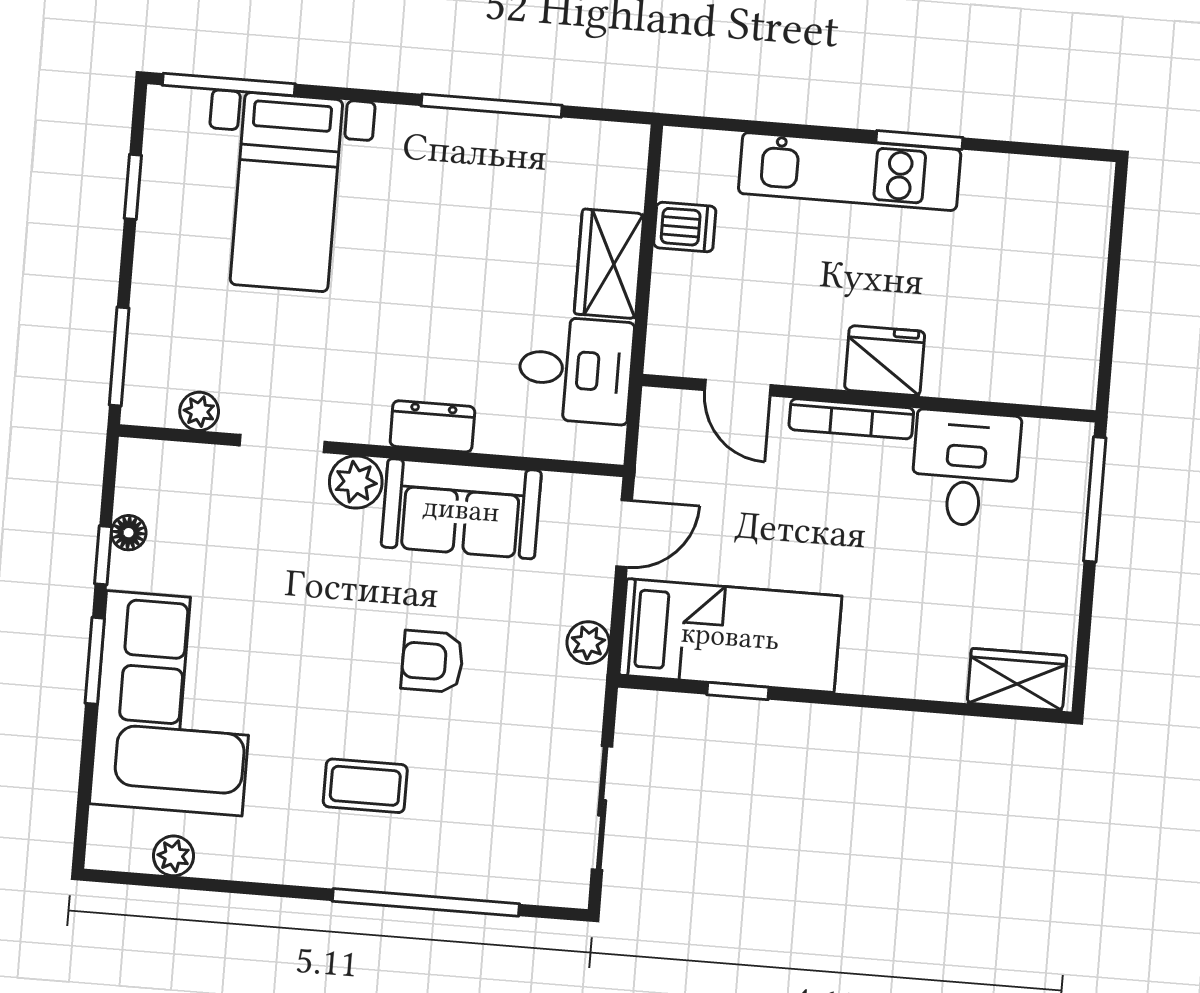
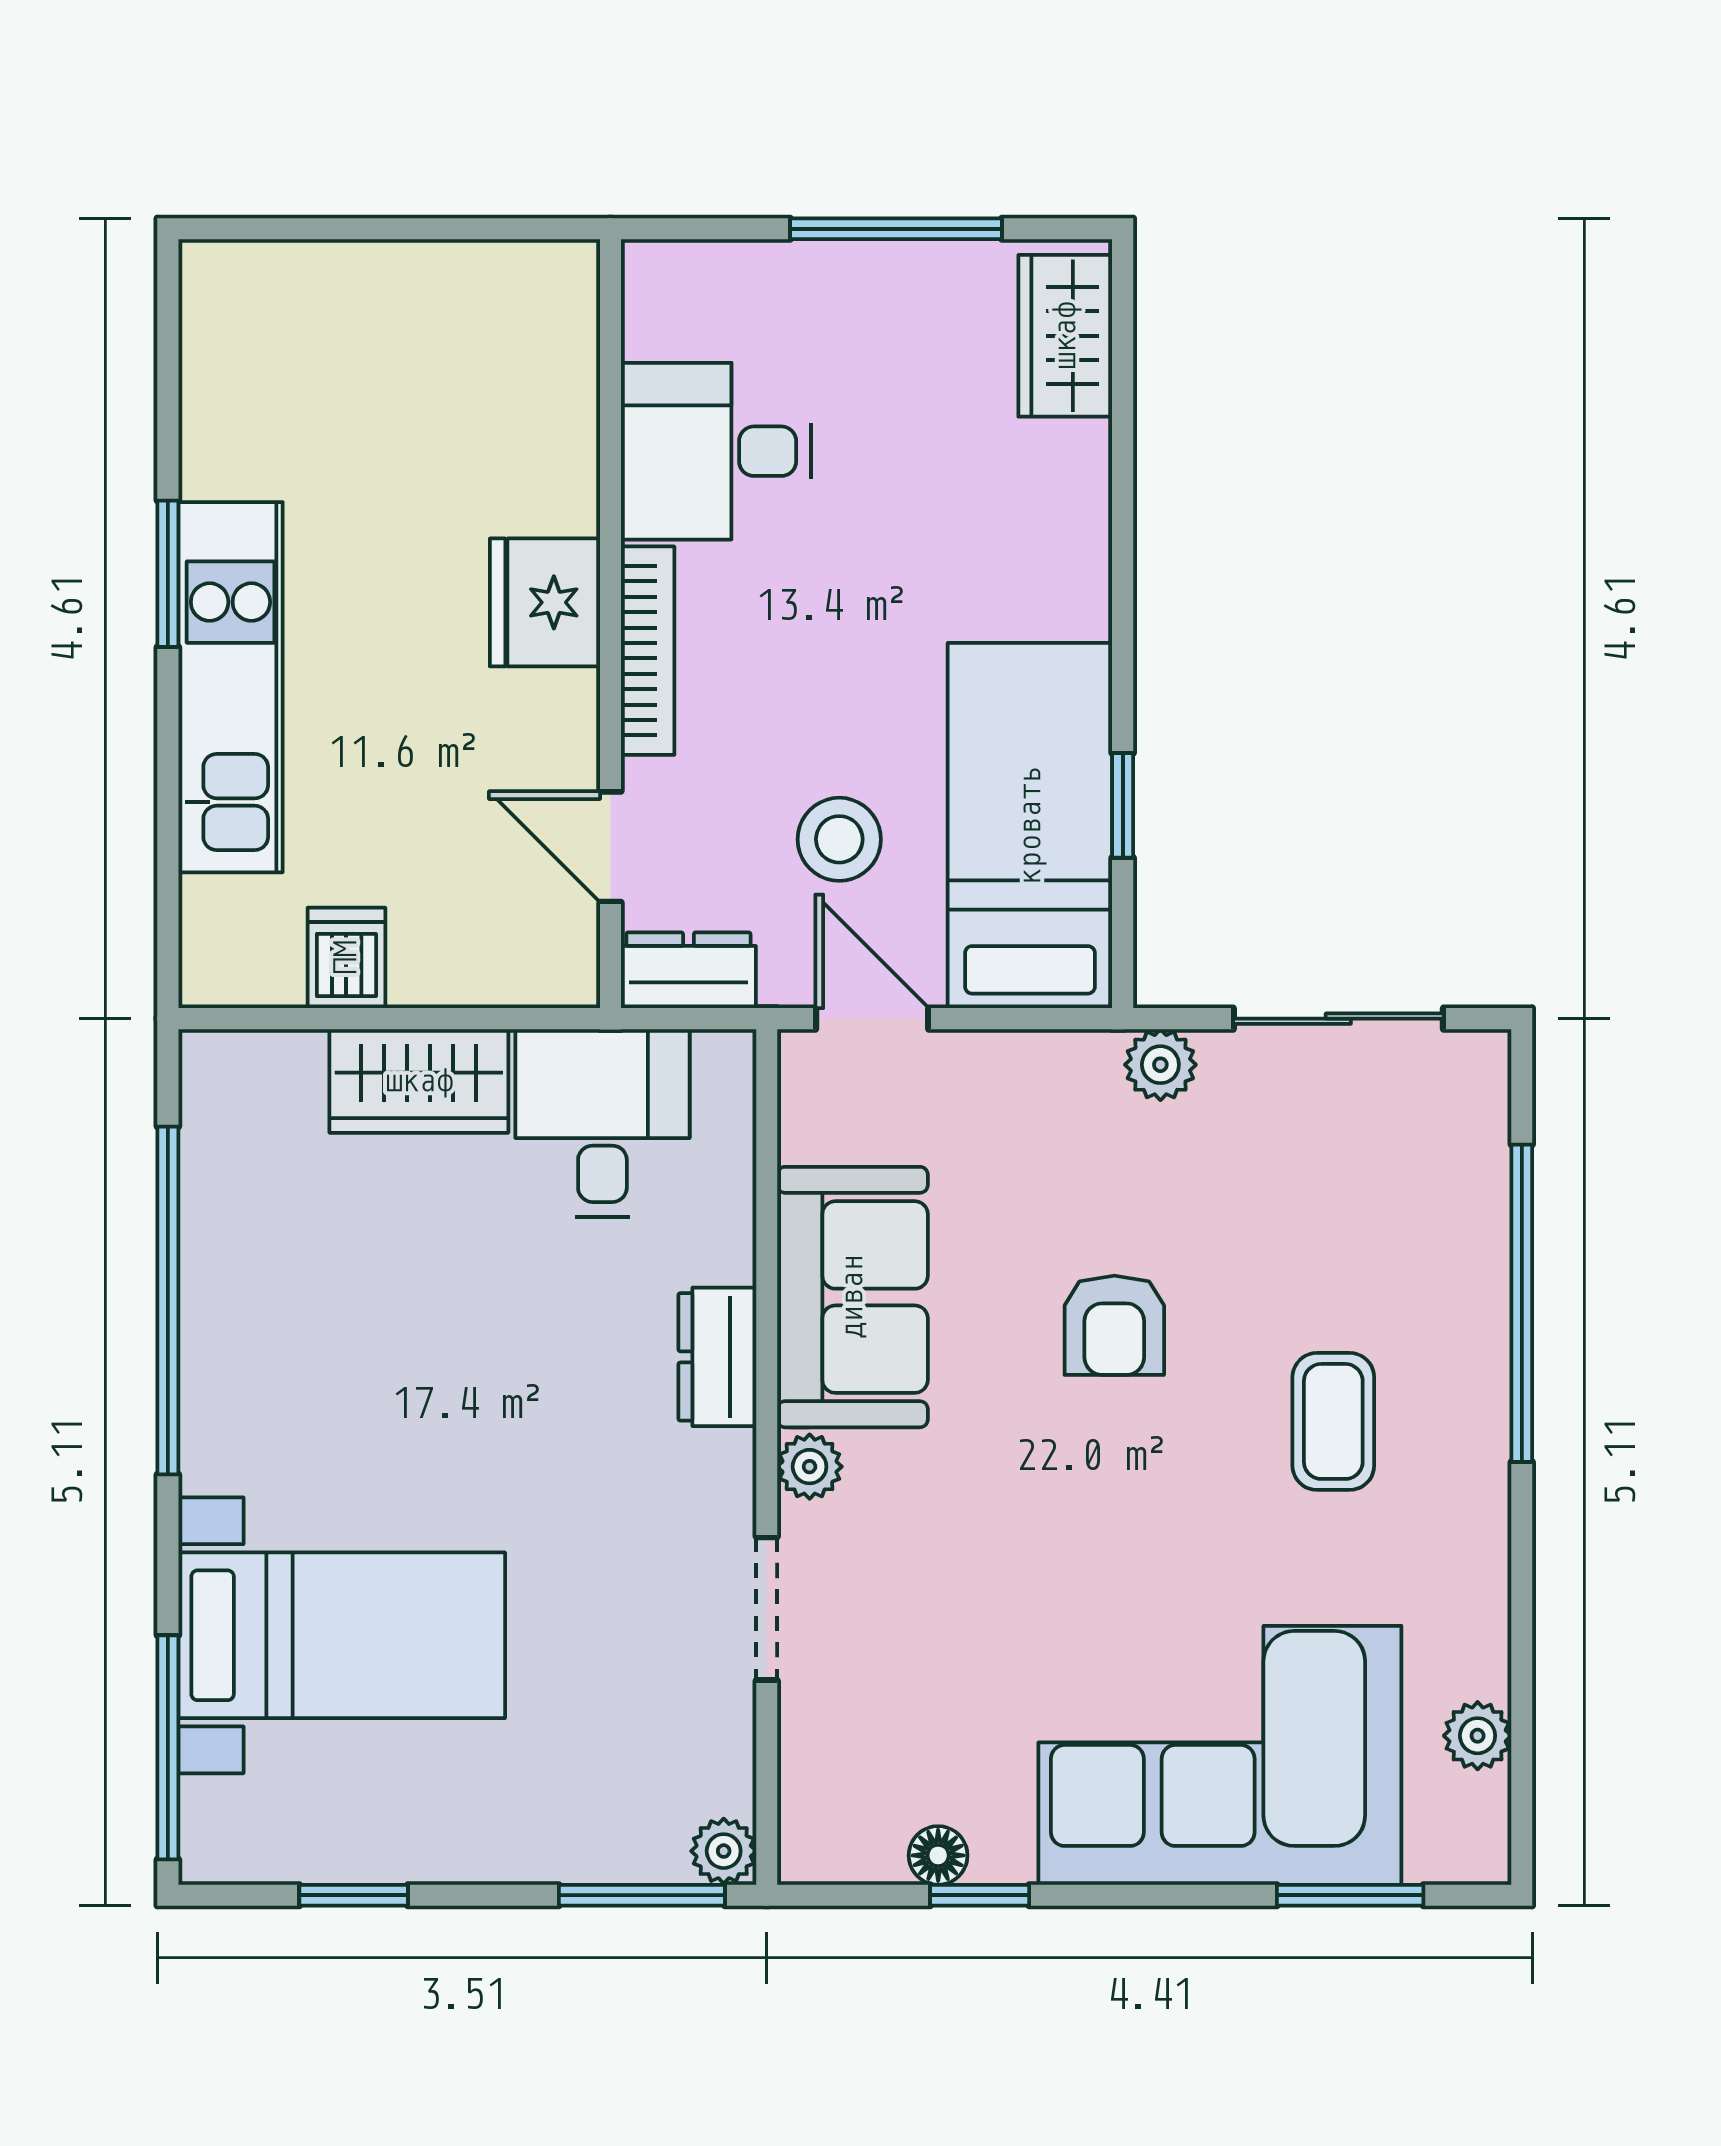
window: (492, 106) -> (168, 1301), width x1.46
door: (738, 388) -> (611, 847), swing flipped
plant: (199, 411) -> (724, 1851), moved
dresser: (661, 428) -> (688, 970), added
plant: (356, 482) -> (810, 1467), width x0.73, depth x0.73
window: (1095, 499) -> (896, 229), moved
stool: (731, 523) -> (839, 839), added
plant: (588, 643) -> (1160, 1065), moved
window: (95, 661) -> (1350, 1895), moved

